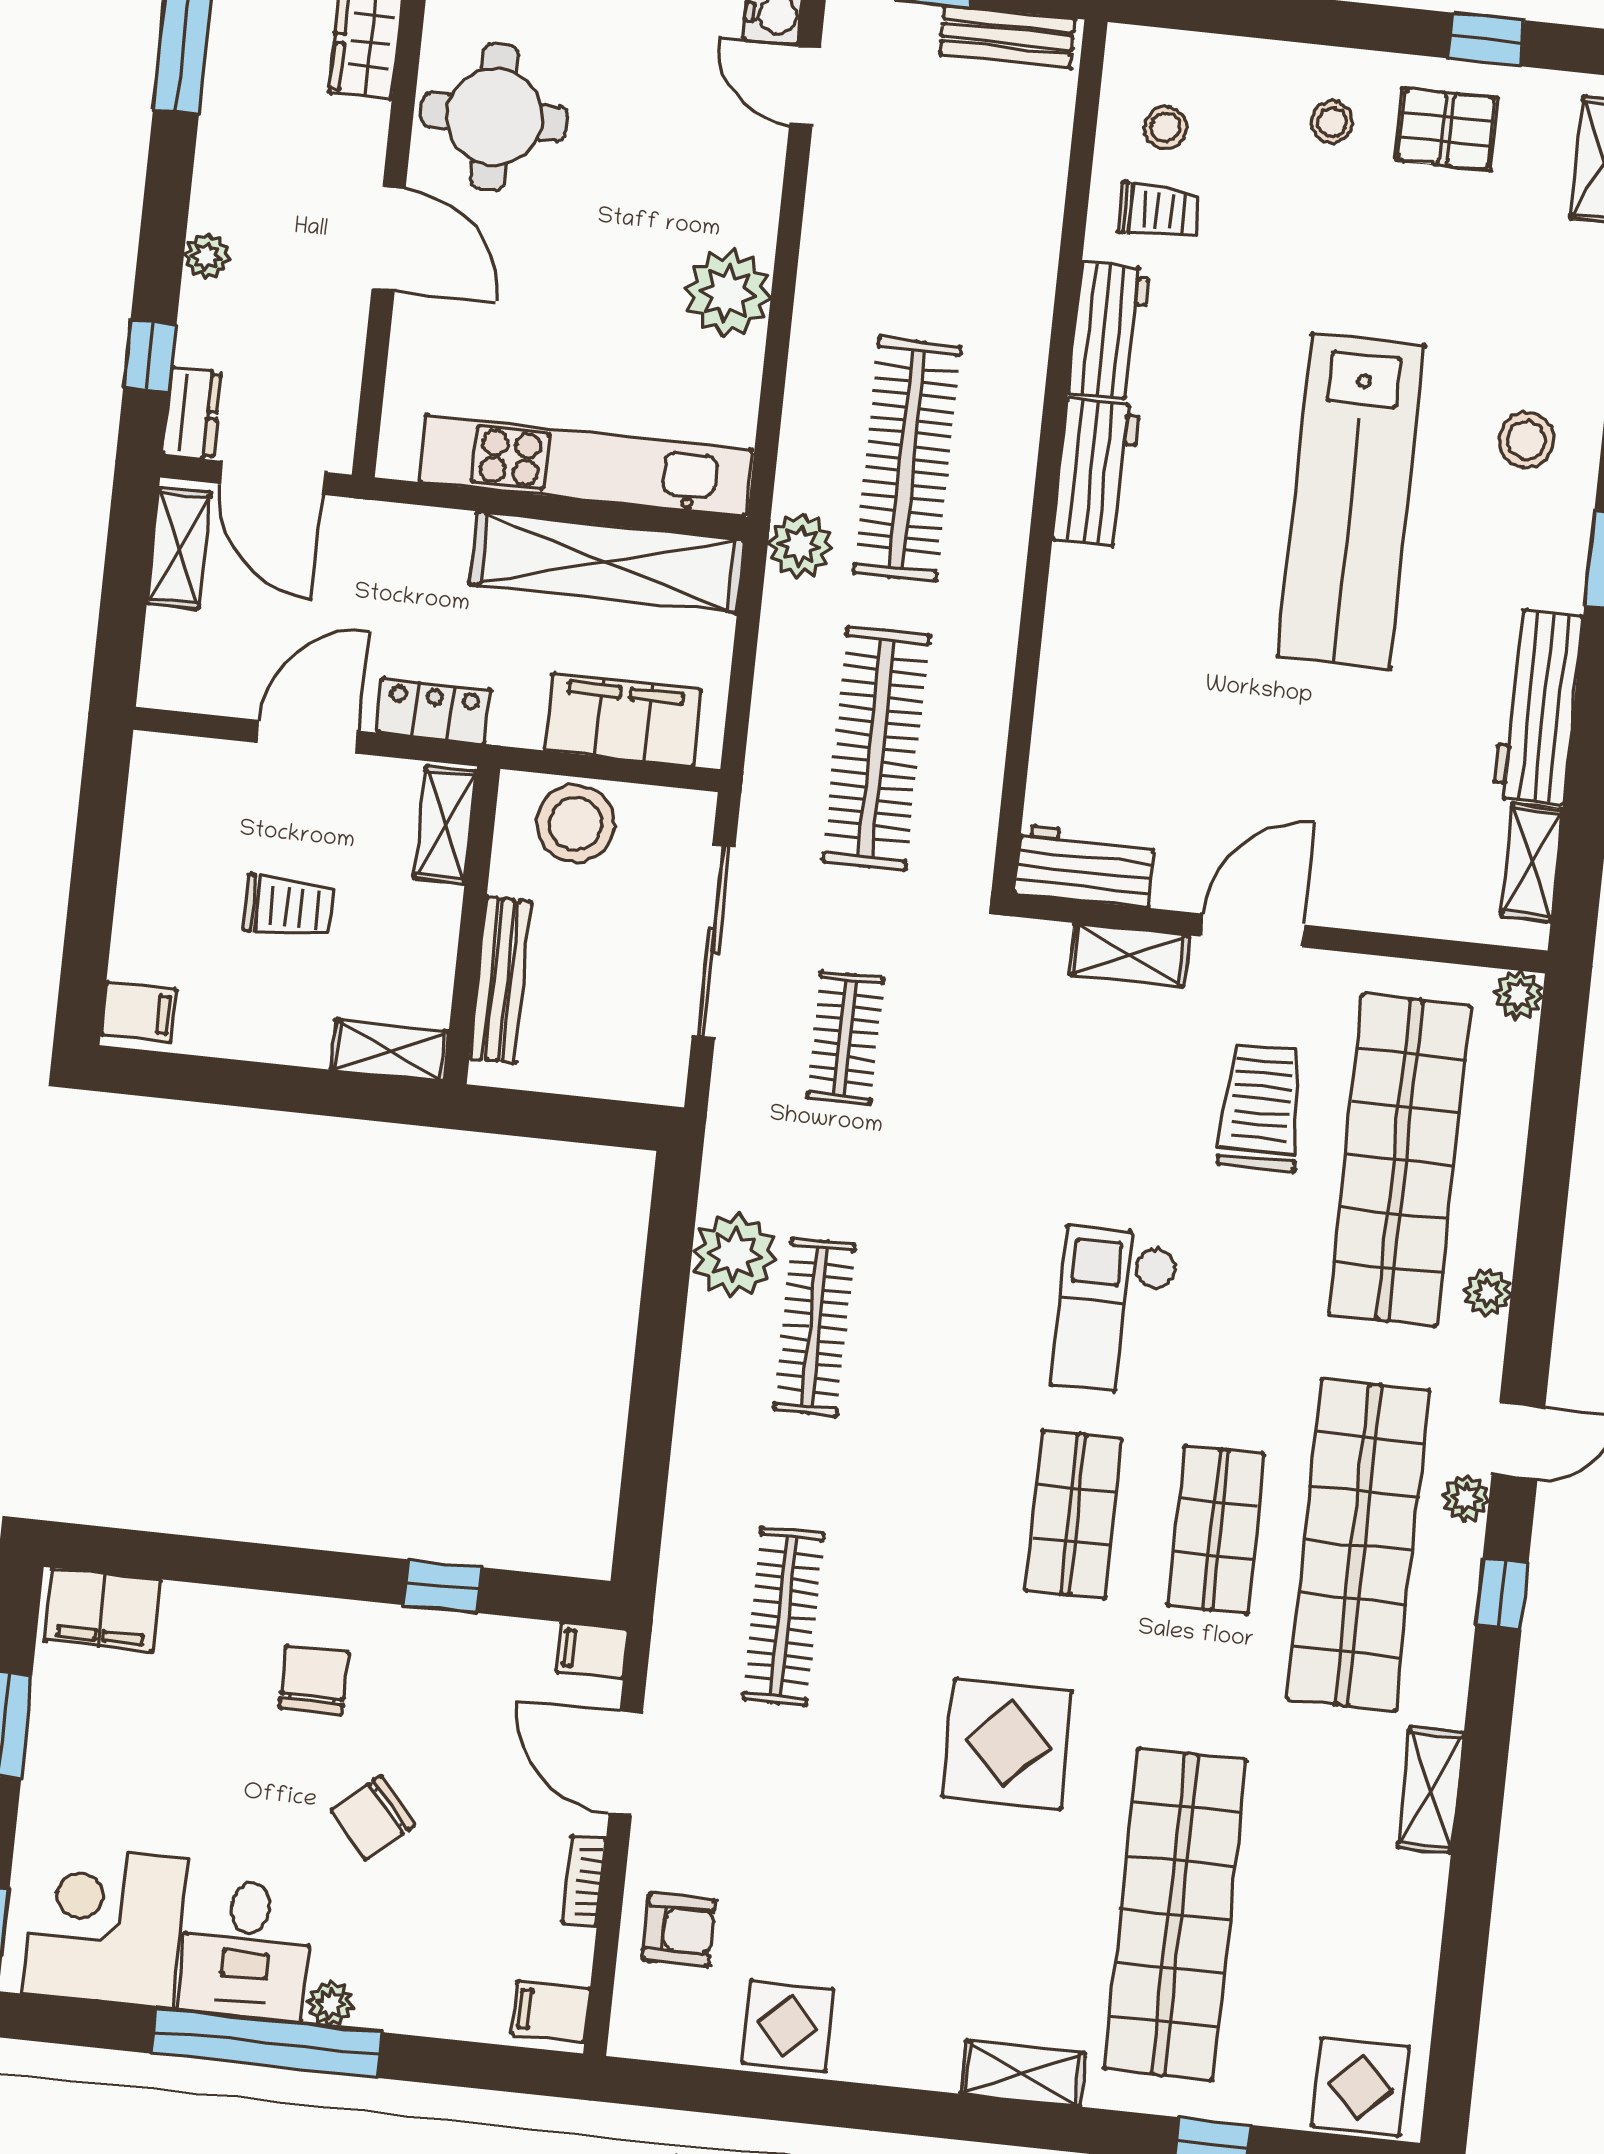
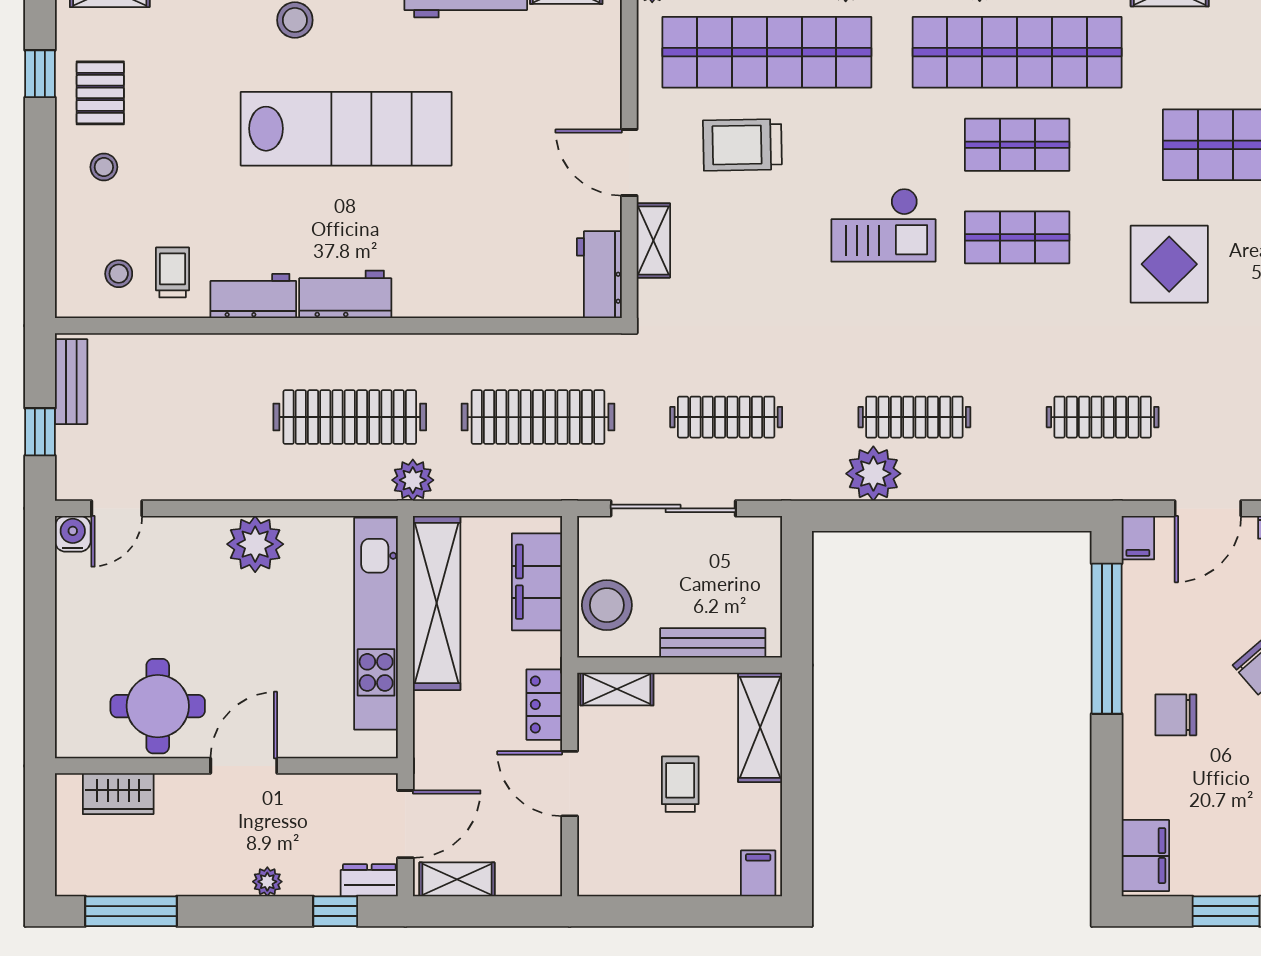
clothes rail: (845, 1038) -> (726, 417), width x1.36
shelving: (390, 1051) -> (760, 727), width x1.50, depth x1.33
window: (442, 1586) -> (1107, 639), width x3.17

